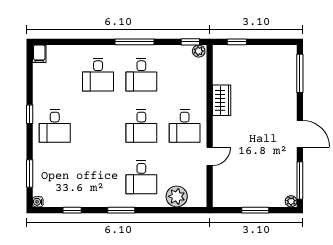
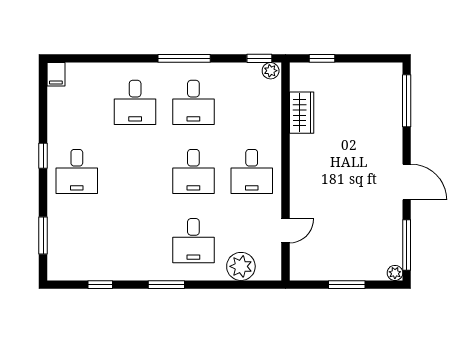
wardrobe: (222, 100) -> (302, 113), moved
door: (210, 156) -> (285, 231), moved
water cooler: (38, 202) -> (54, 274), removed

